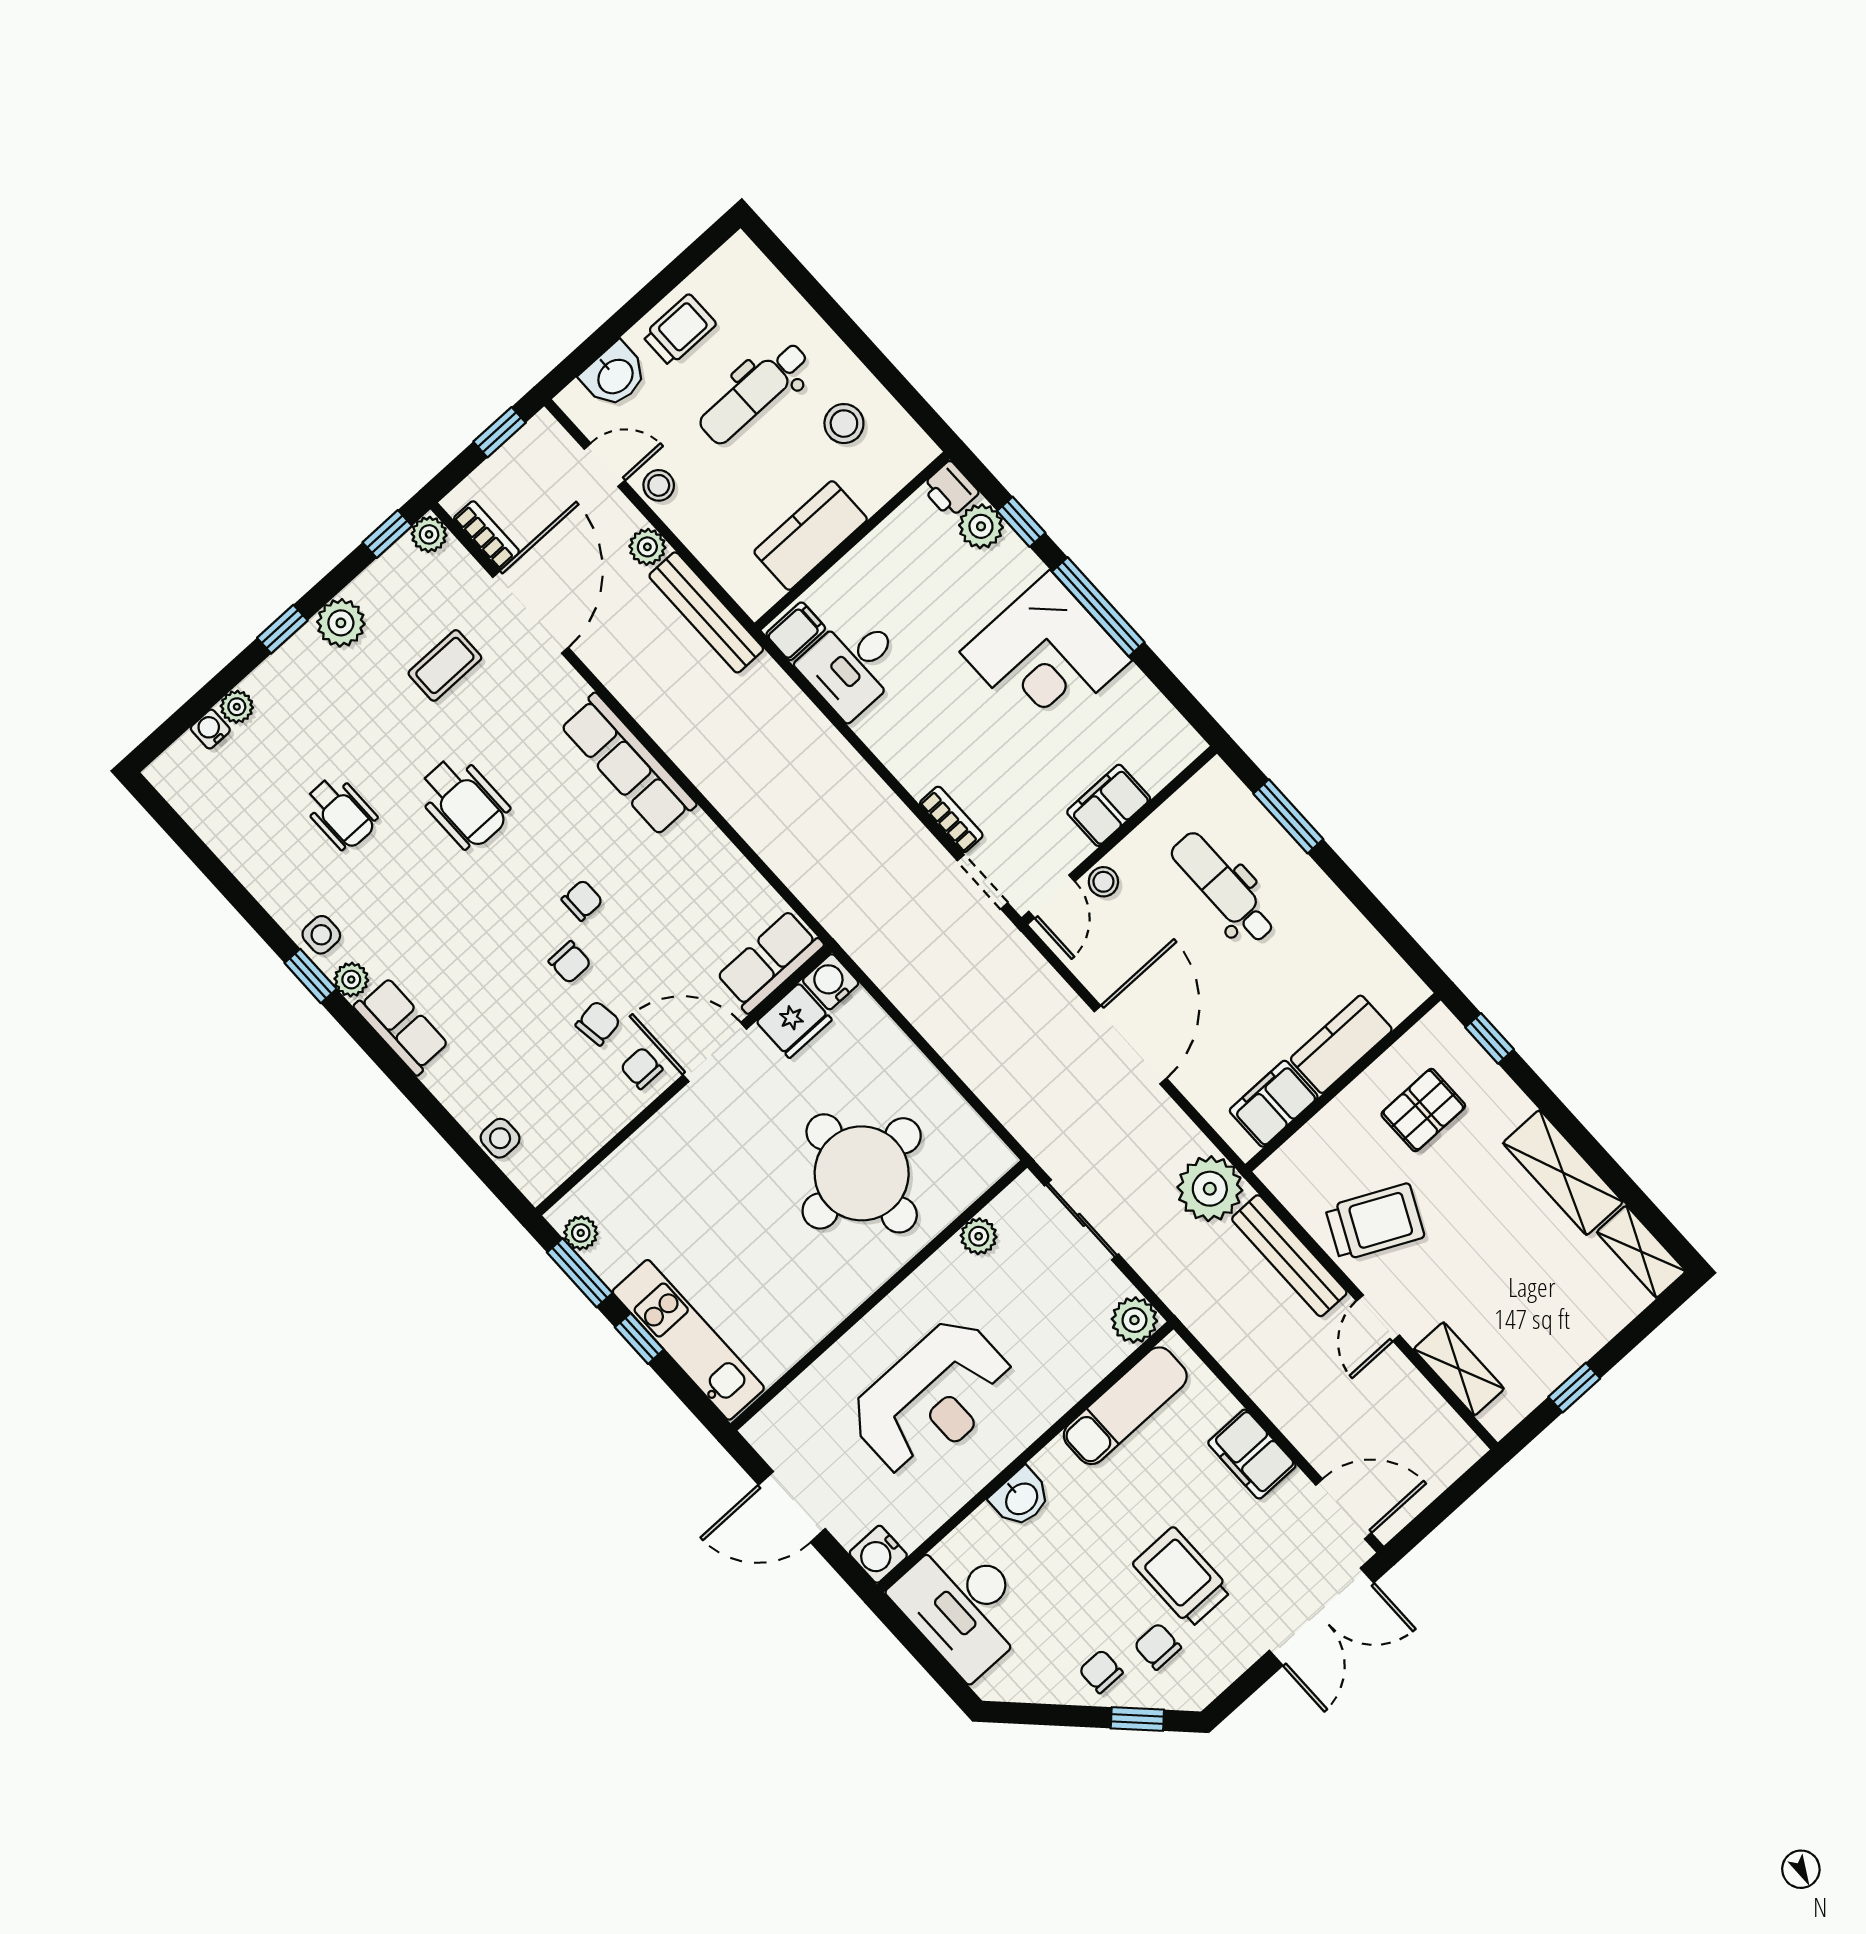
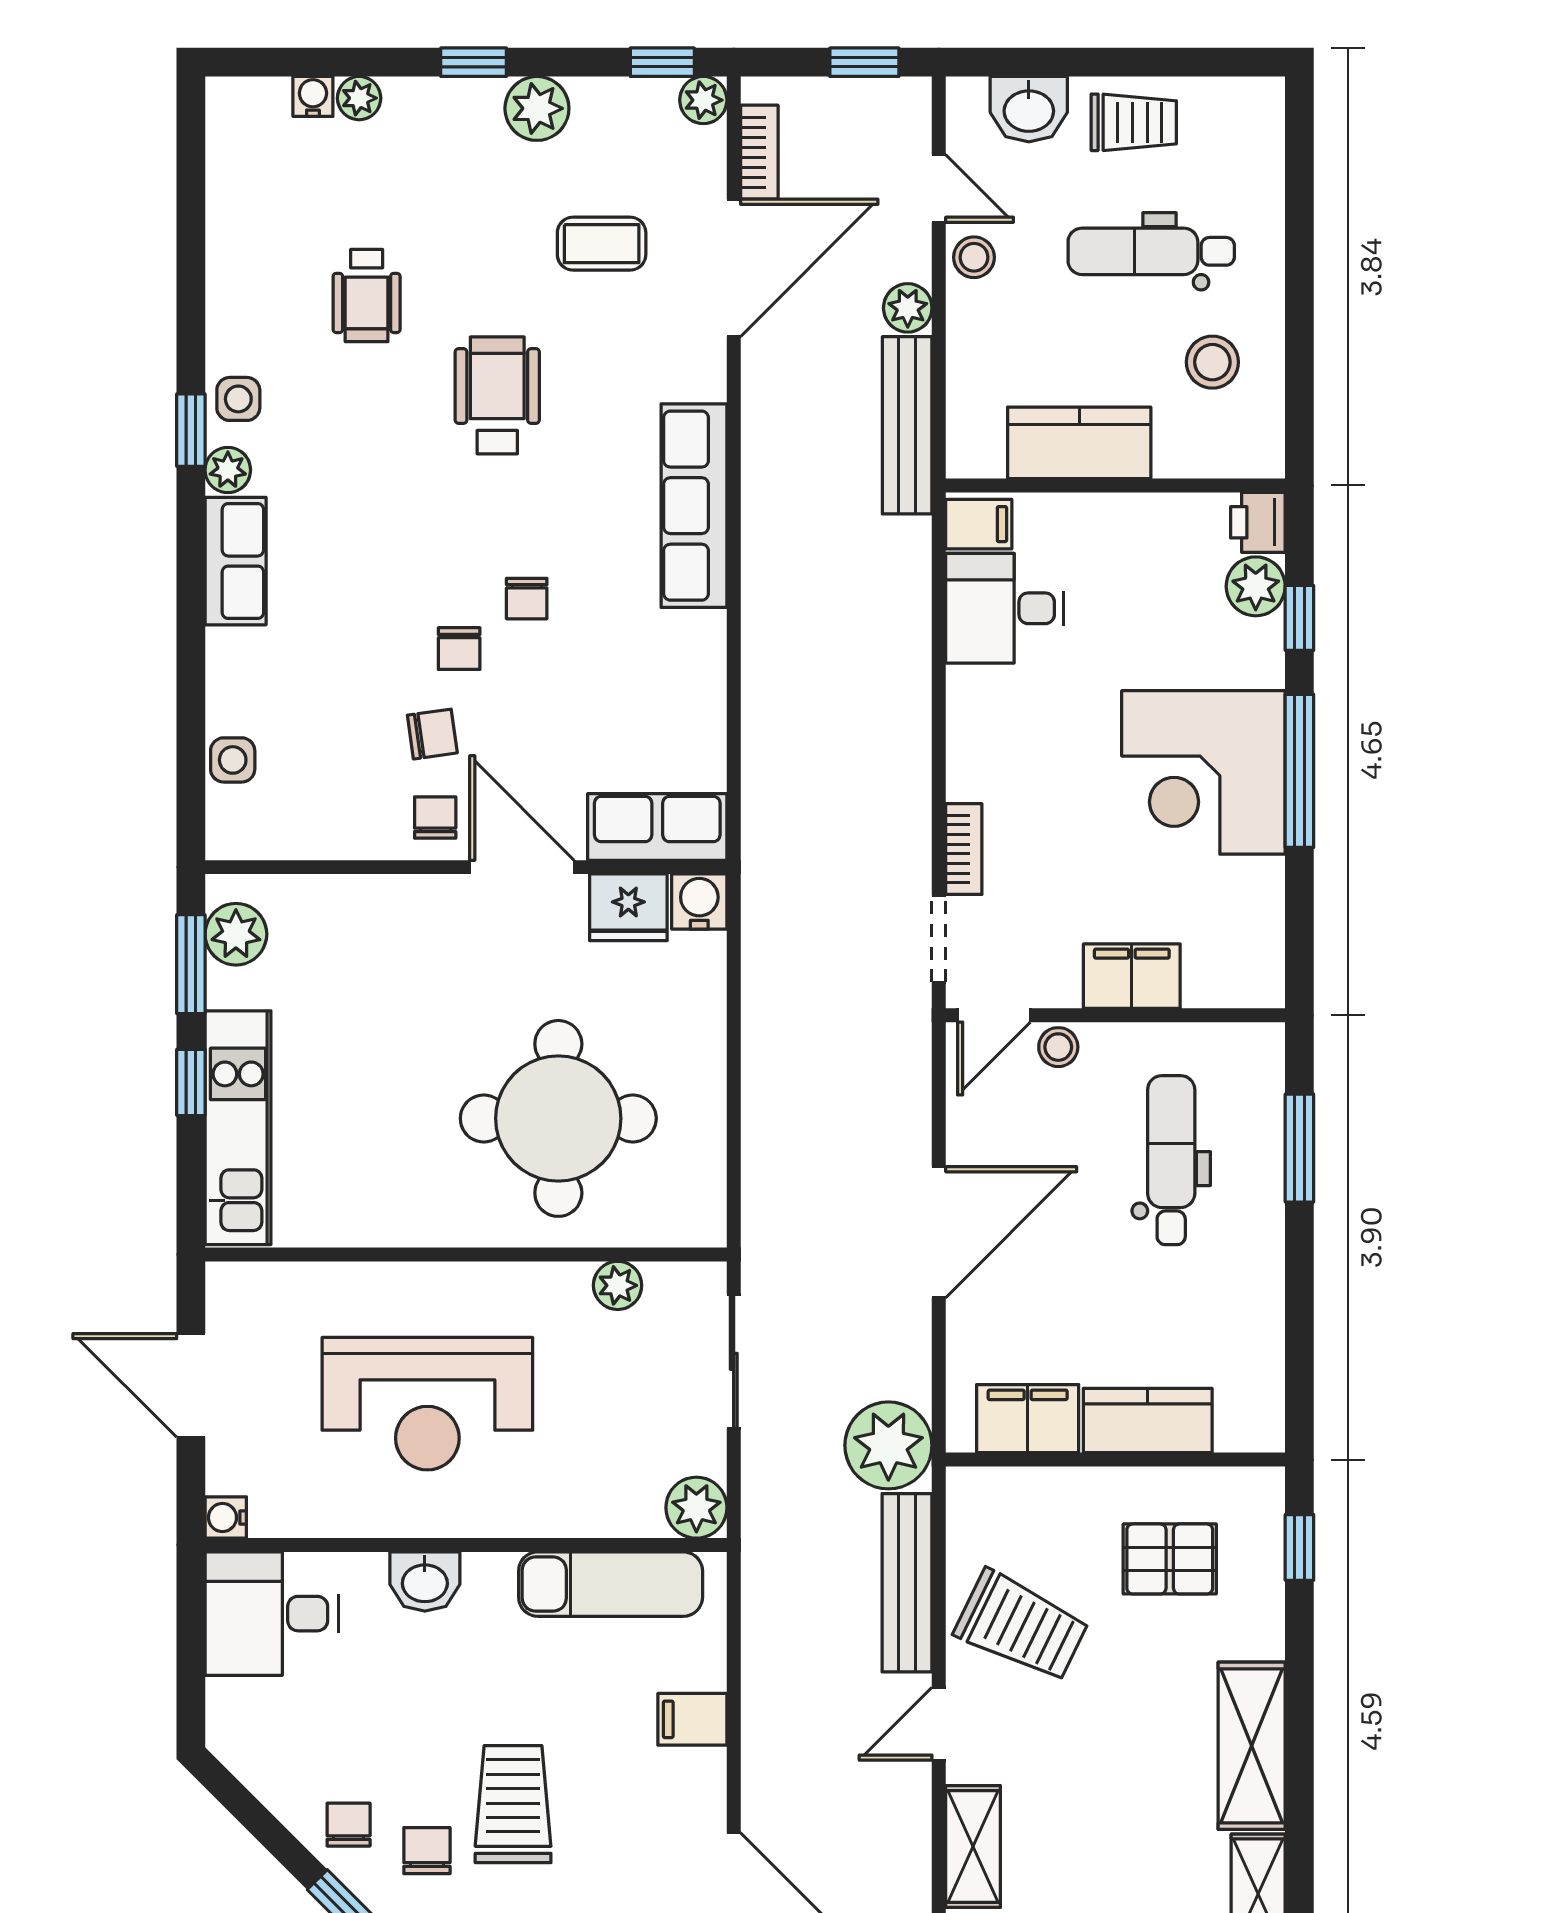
wheelchair: (463, 802) -> (497, 395), turned 180
chair: (582, 900) -> (527, 599), turned 90
plant: (581, 1233) -> (236, 934), width x1.38, depth x1.38
filing cabinet: (1252, 1454) -> (692, 1719), width x0.50
water cooler: (878, 1554) -> (226, 1518), width x0.72, depth x0.72
desk: (963, 1606) -> (272, 1614), width x0.73

